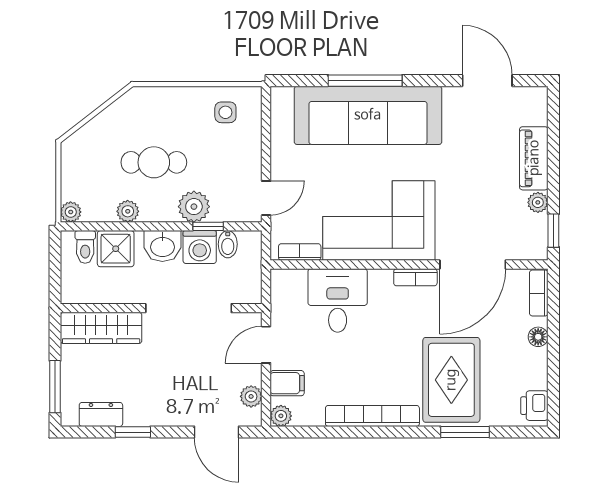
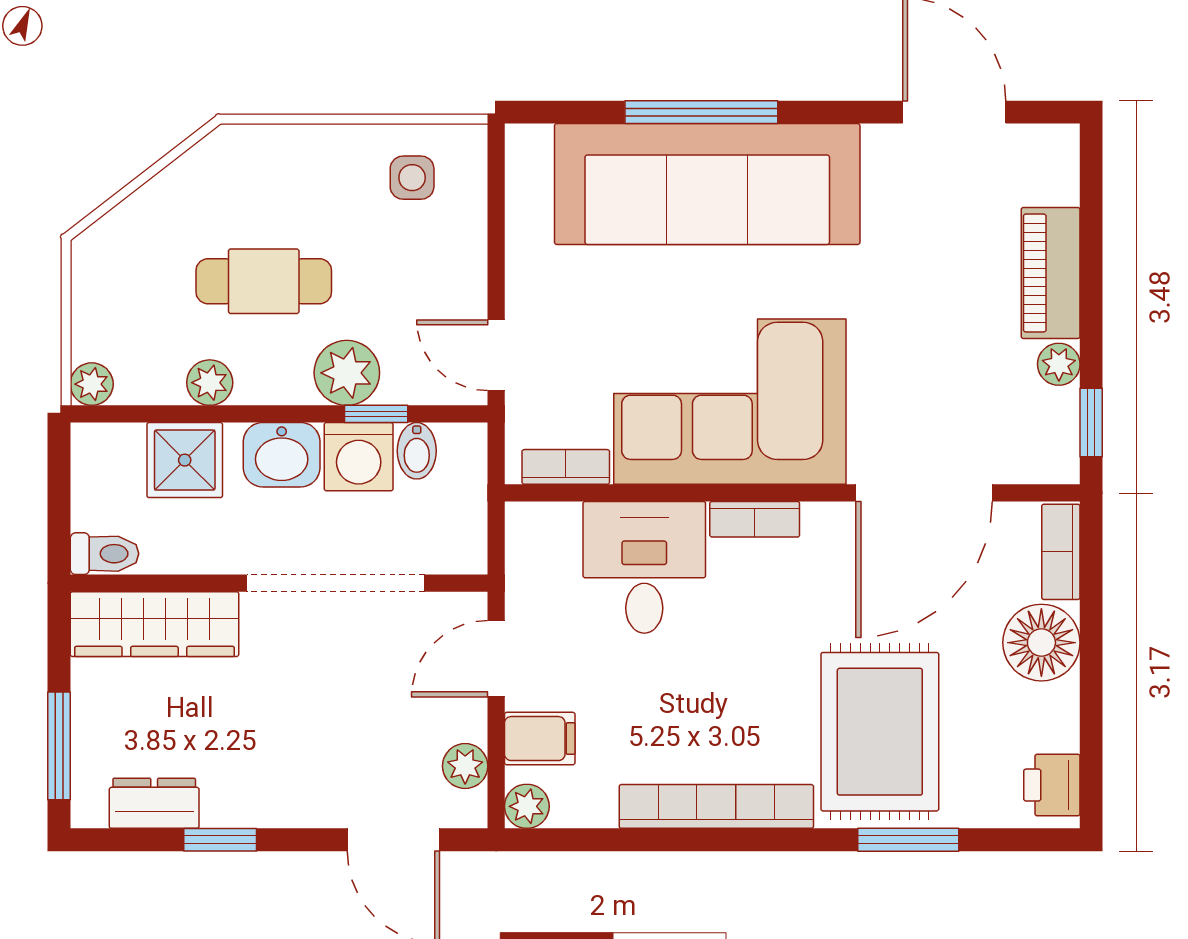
door: (266, 198) -> (496, 355), swing flipped
toilet: (85, 247) -> (104, 554), moved, turned -90
bookcase: (415, 277) -> (755, 519), moved
floor lamp: (538, 337) -> (1041, 643), width x1.89, depth x1.89

